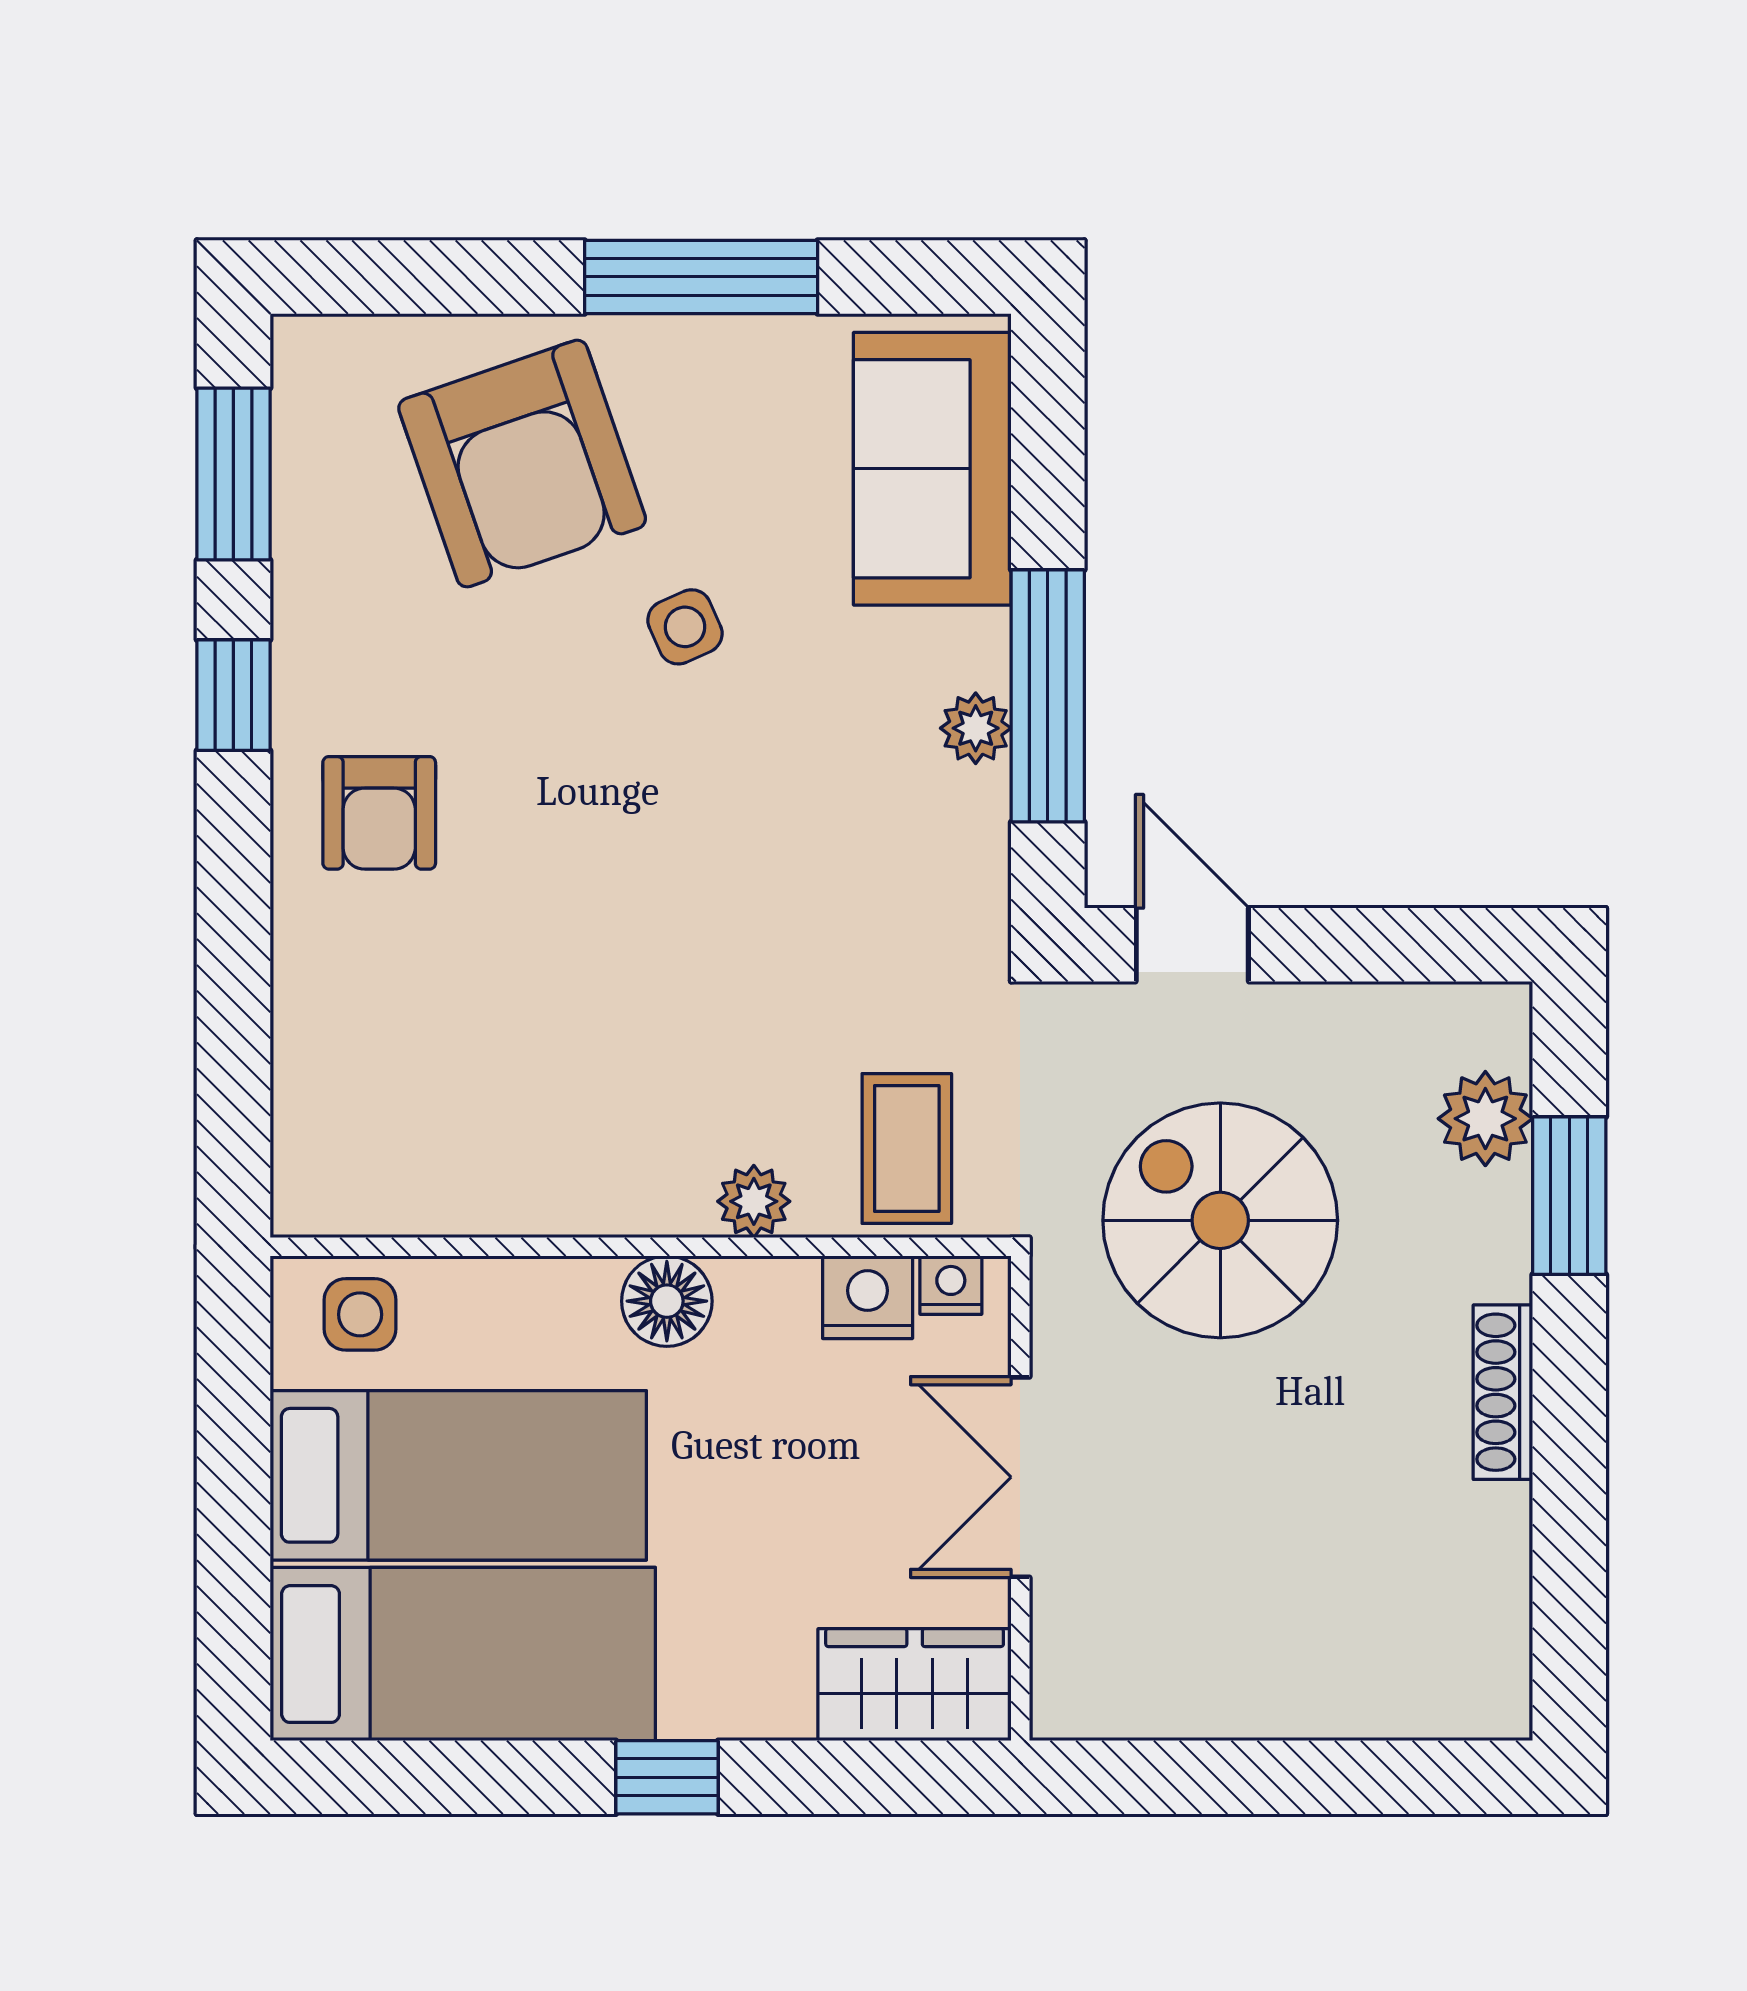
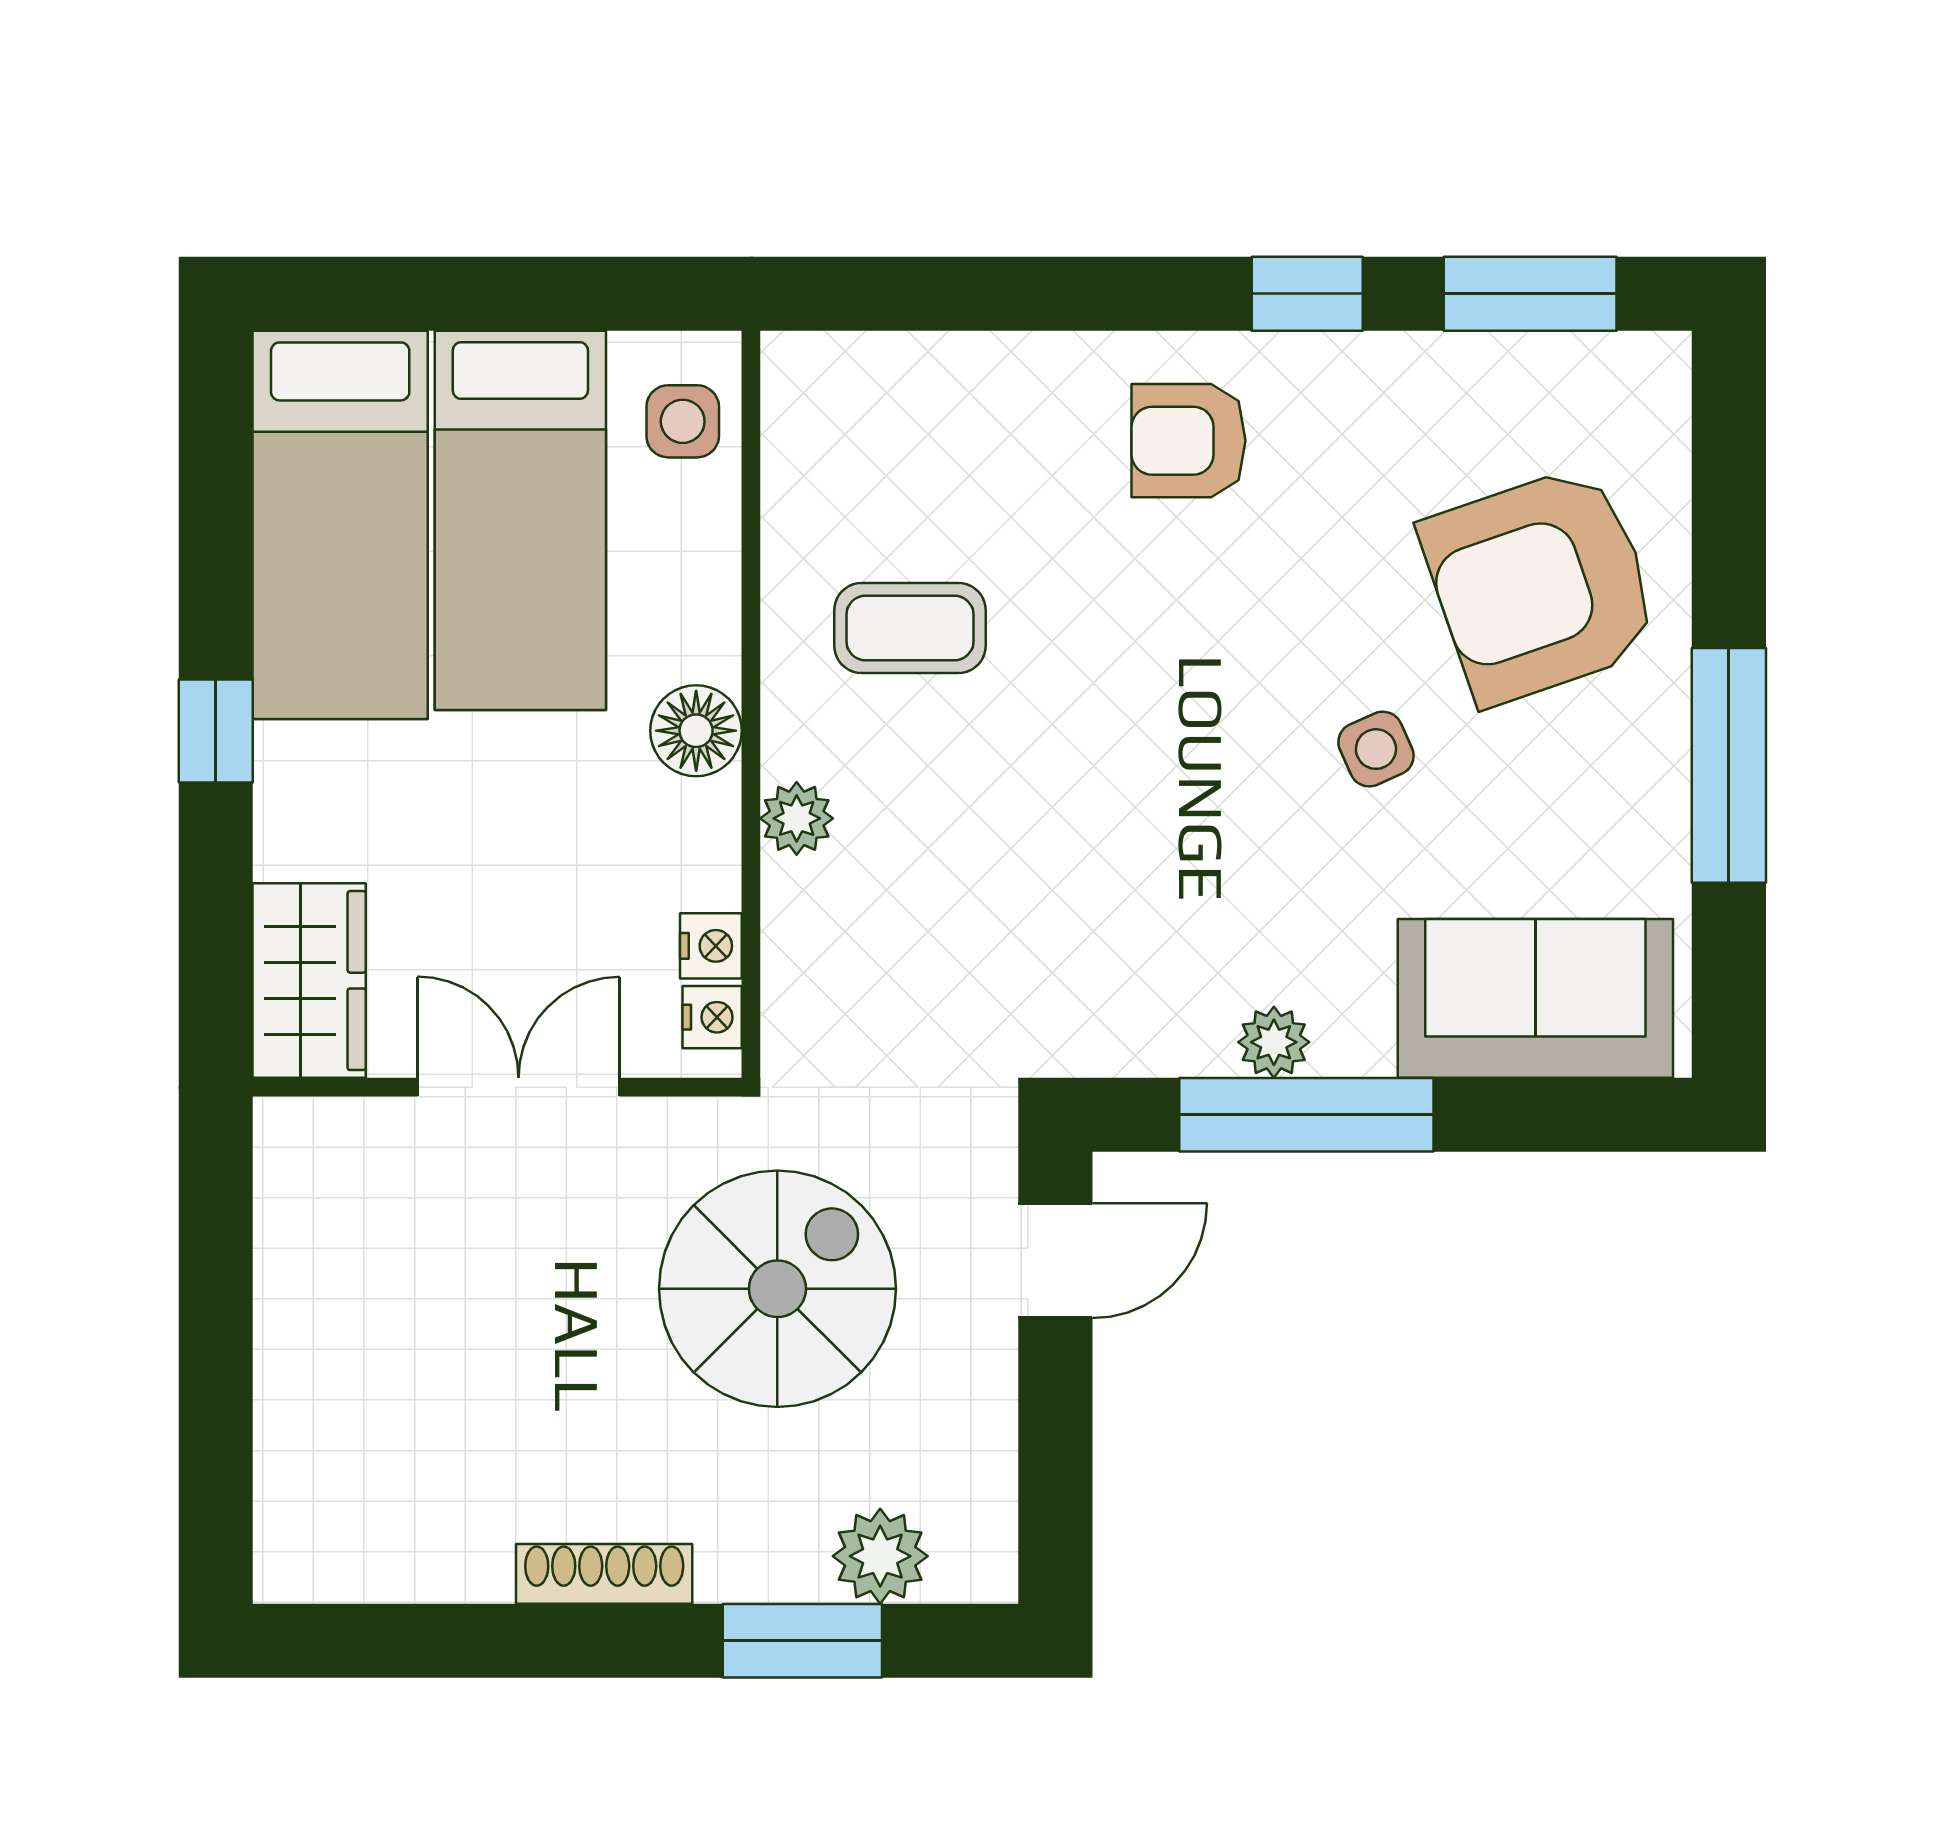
coffee table: (907, 1148) -> (910, 628), moved
nightstand: (868, 1297) -> (711, 946), width x0.72, depth x0.74

